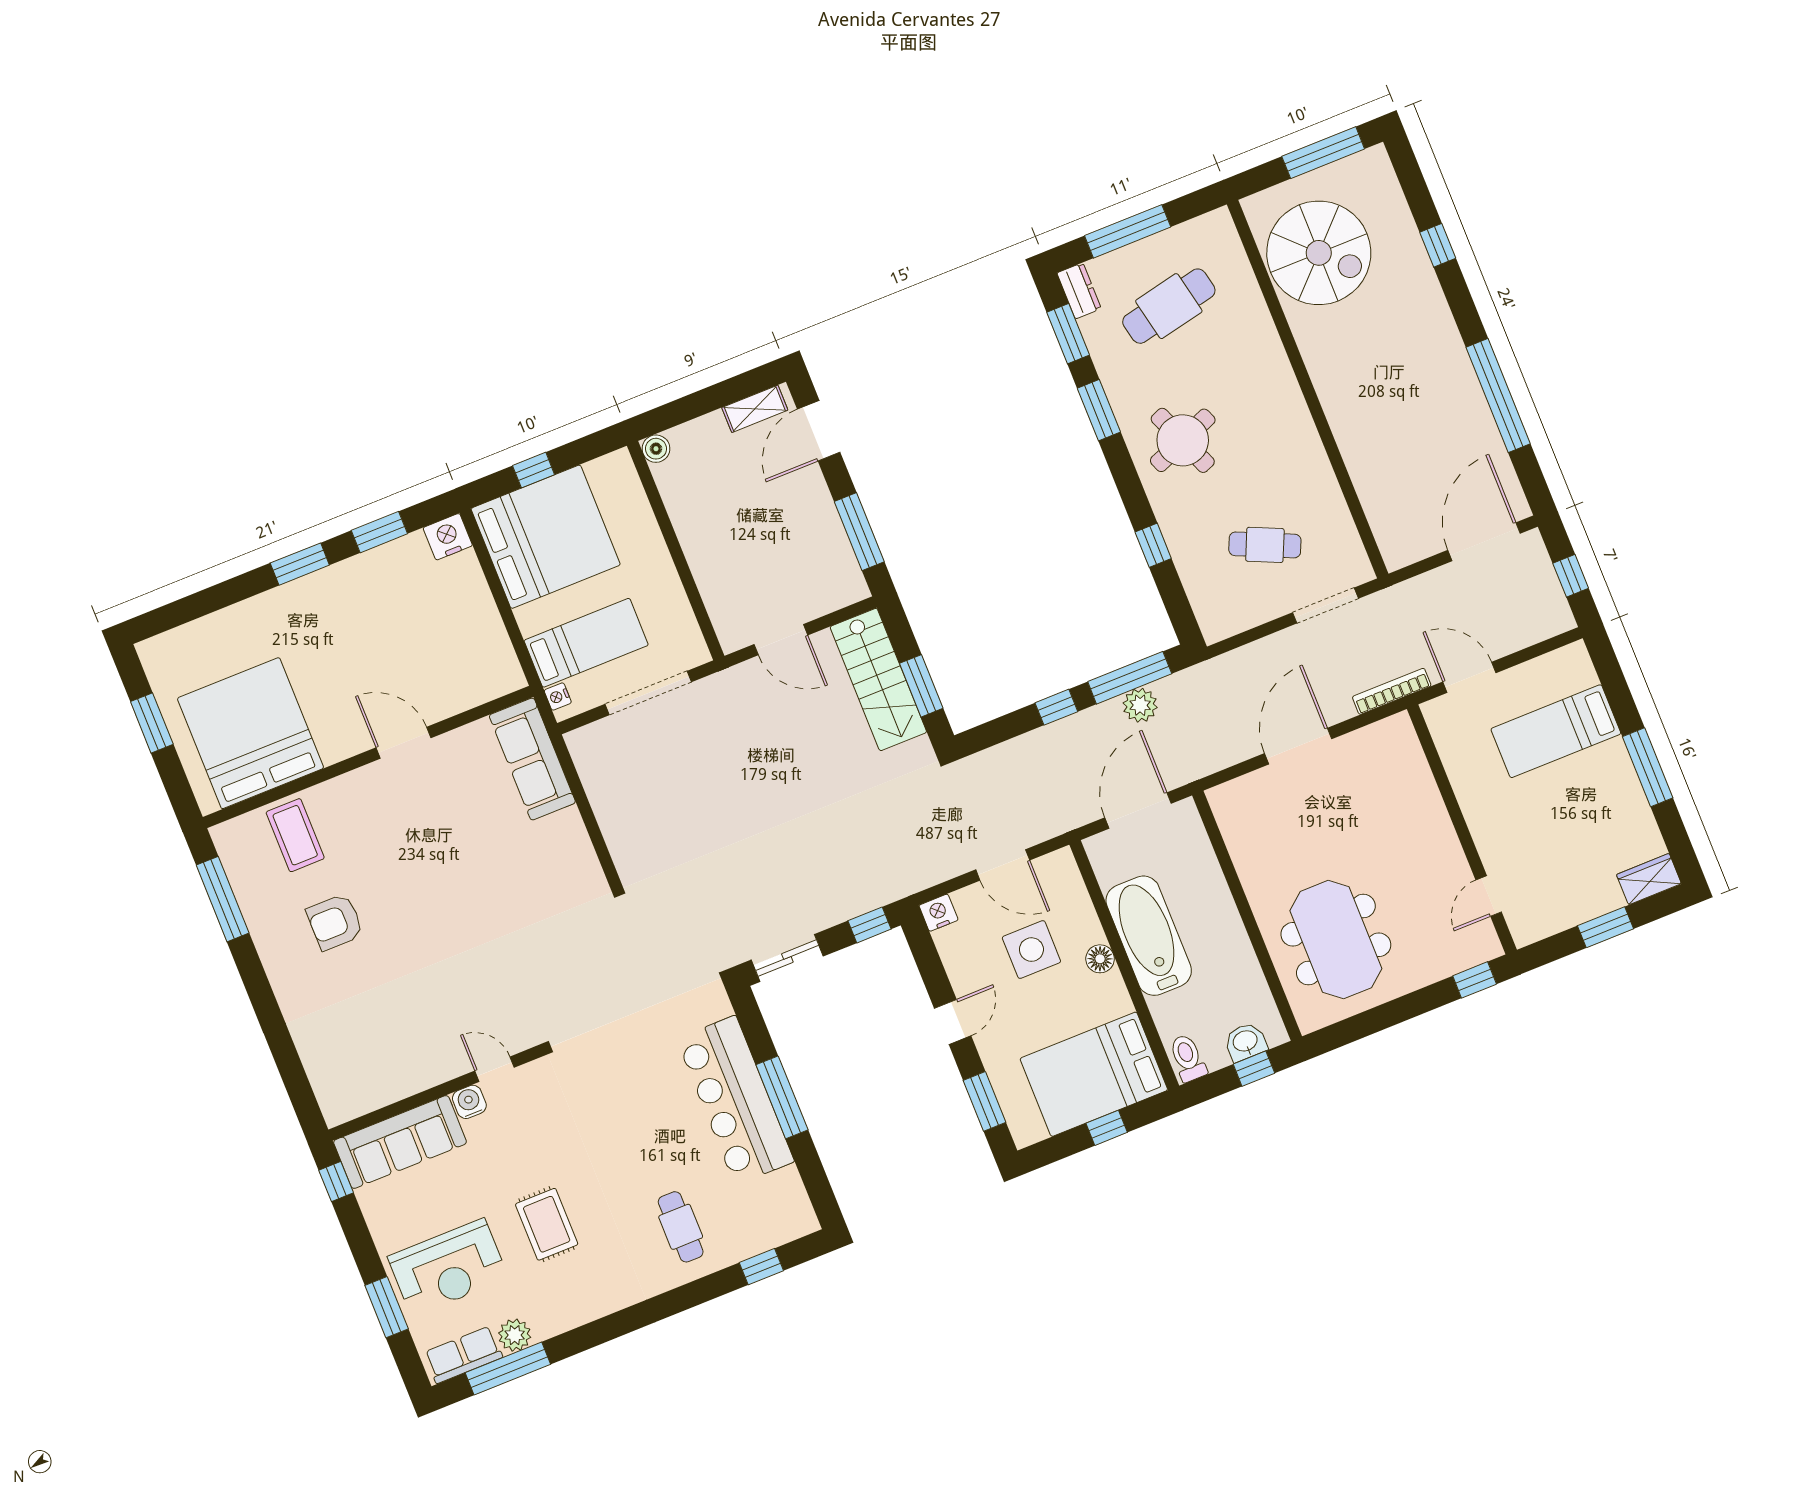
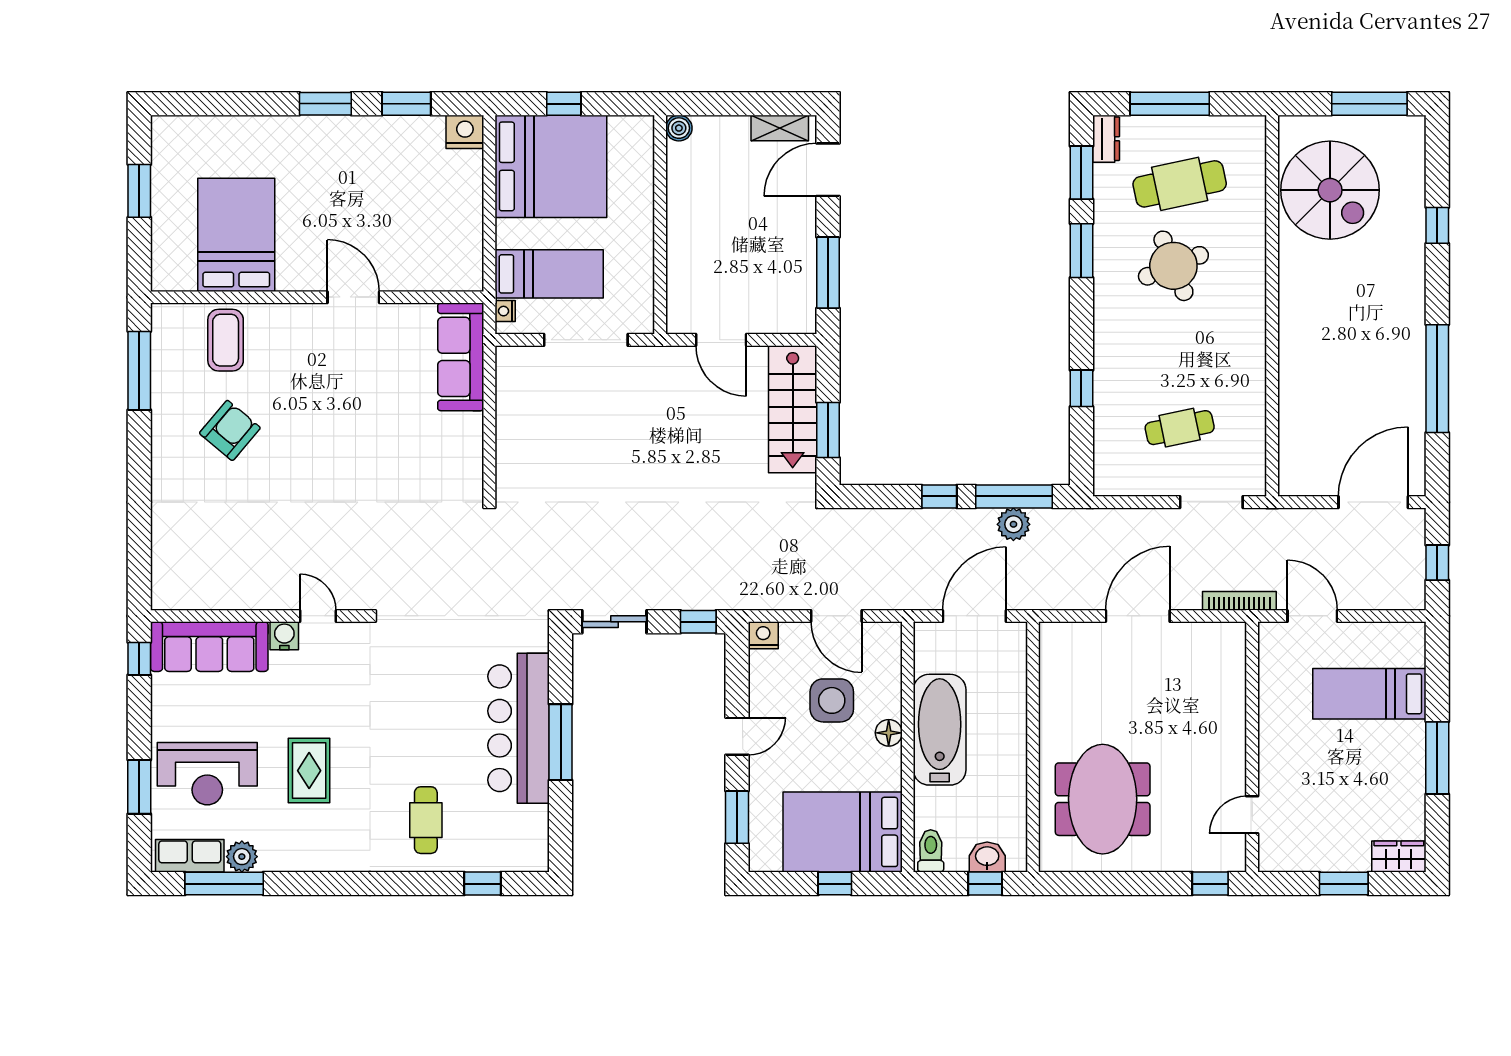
round table: (1183, 440) -> (1173, 266), moved
cafe table: (1265, 545) -> (1180, 428), turned -36
bed: (250, 733) -> (236, 235), width x0.73
armchair: (335, 922) -> (230, 430), turned 130

